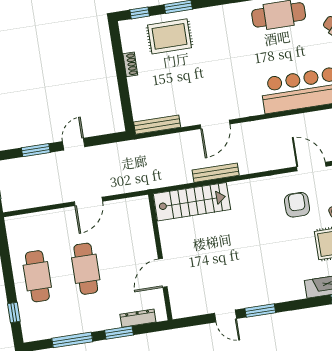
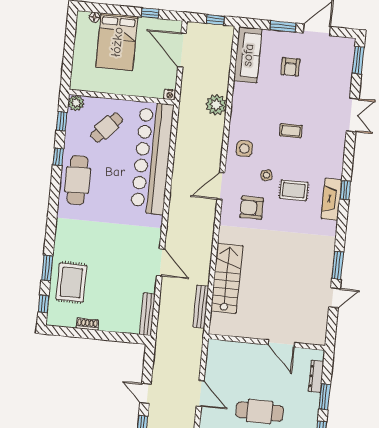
bench: (216, 173) -> (201, 307), moved
stairs: (192, 202) -> (227, 278), moved

